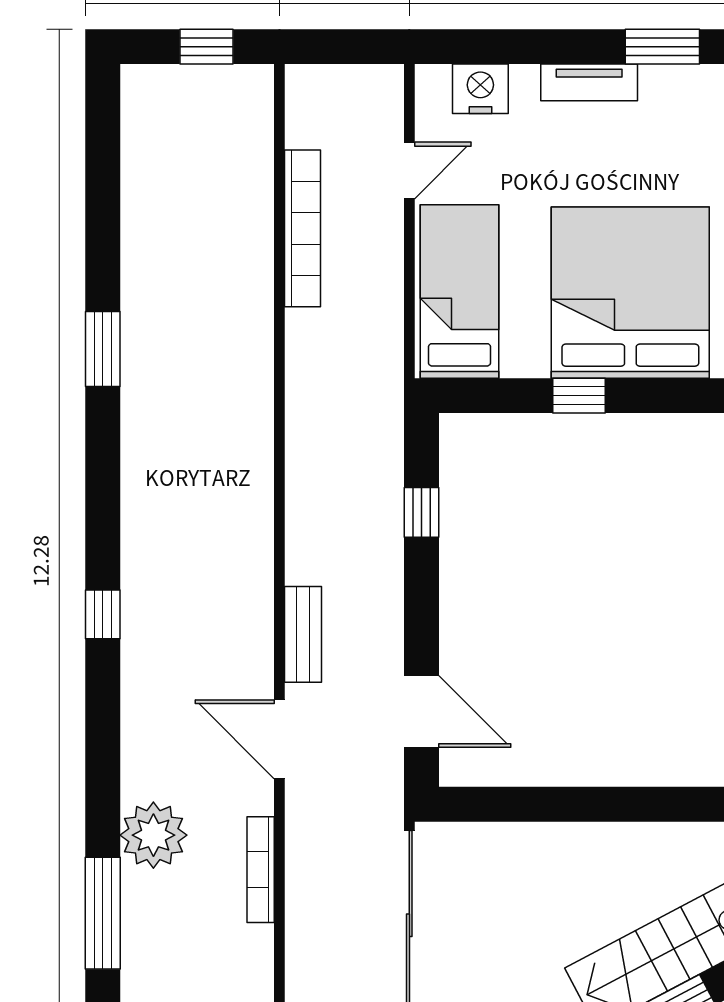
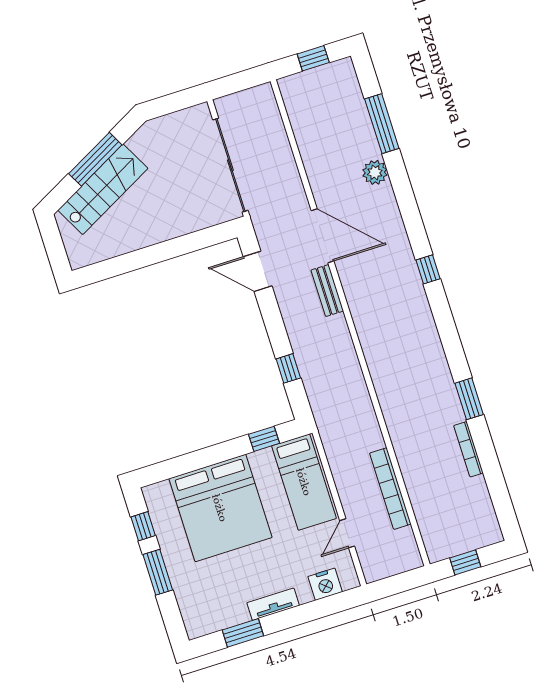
window: (579, 396) -> (264, 439), moved
door: (279, 739) -> (323, 236), width x1.36
plant: (153, 835) -> (375, 172), width x0.73, depth x0.73
bookcase: (261, 870) -> (468, 449), moved, turned 180

